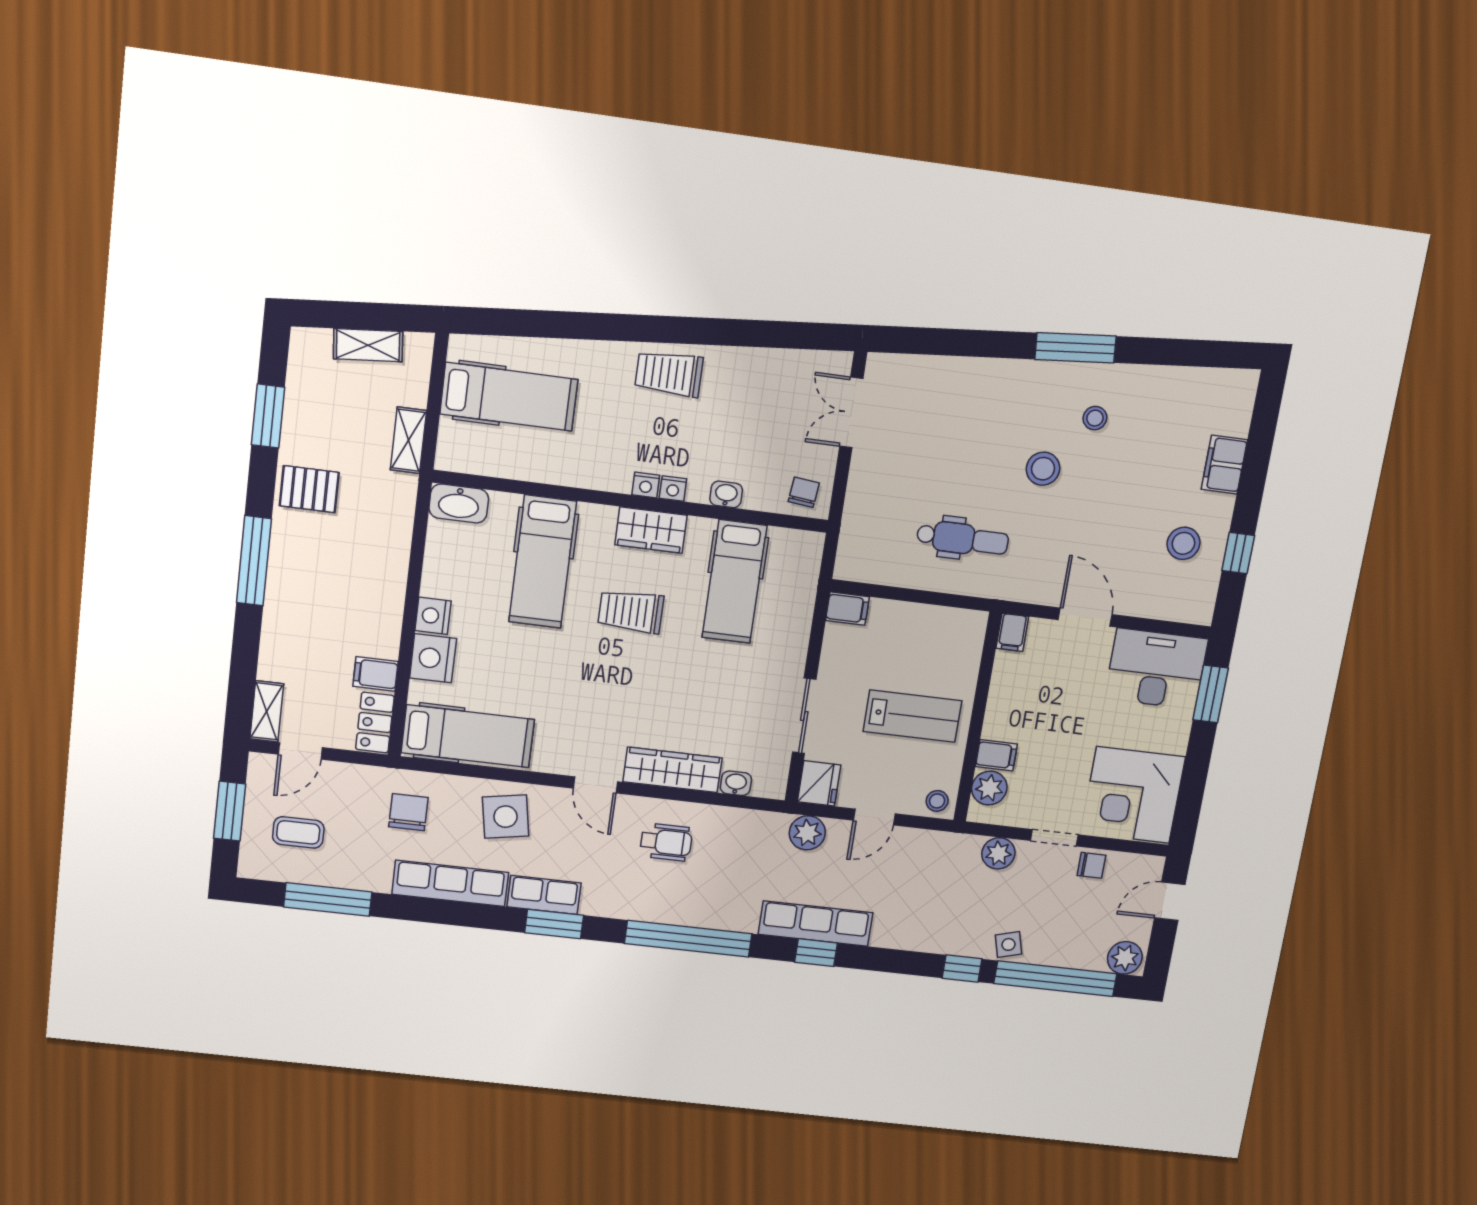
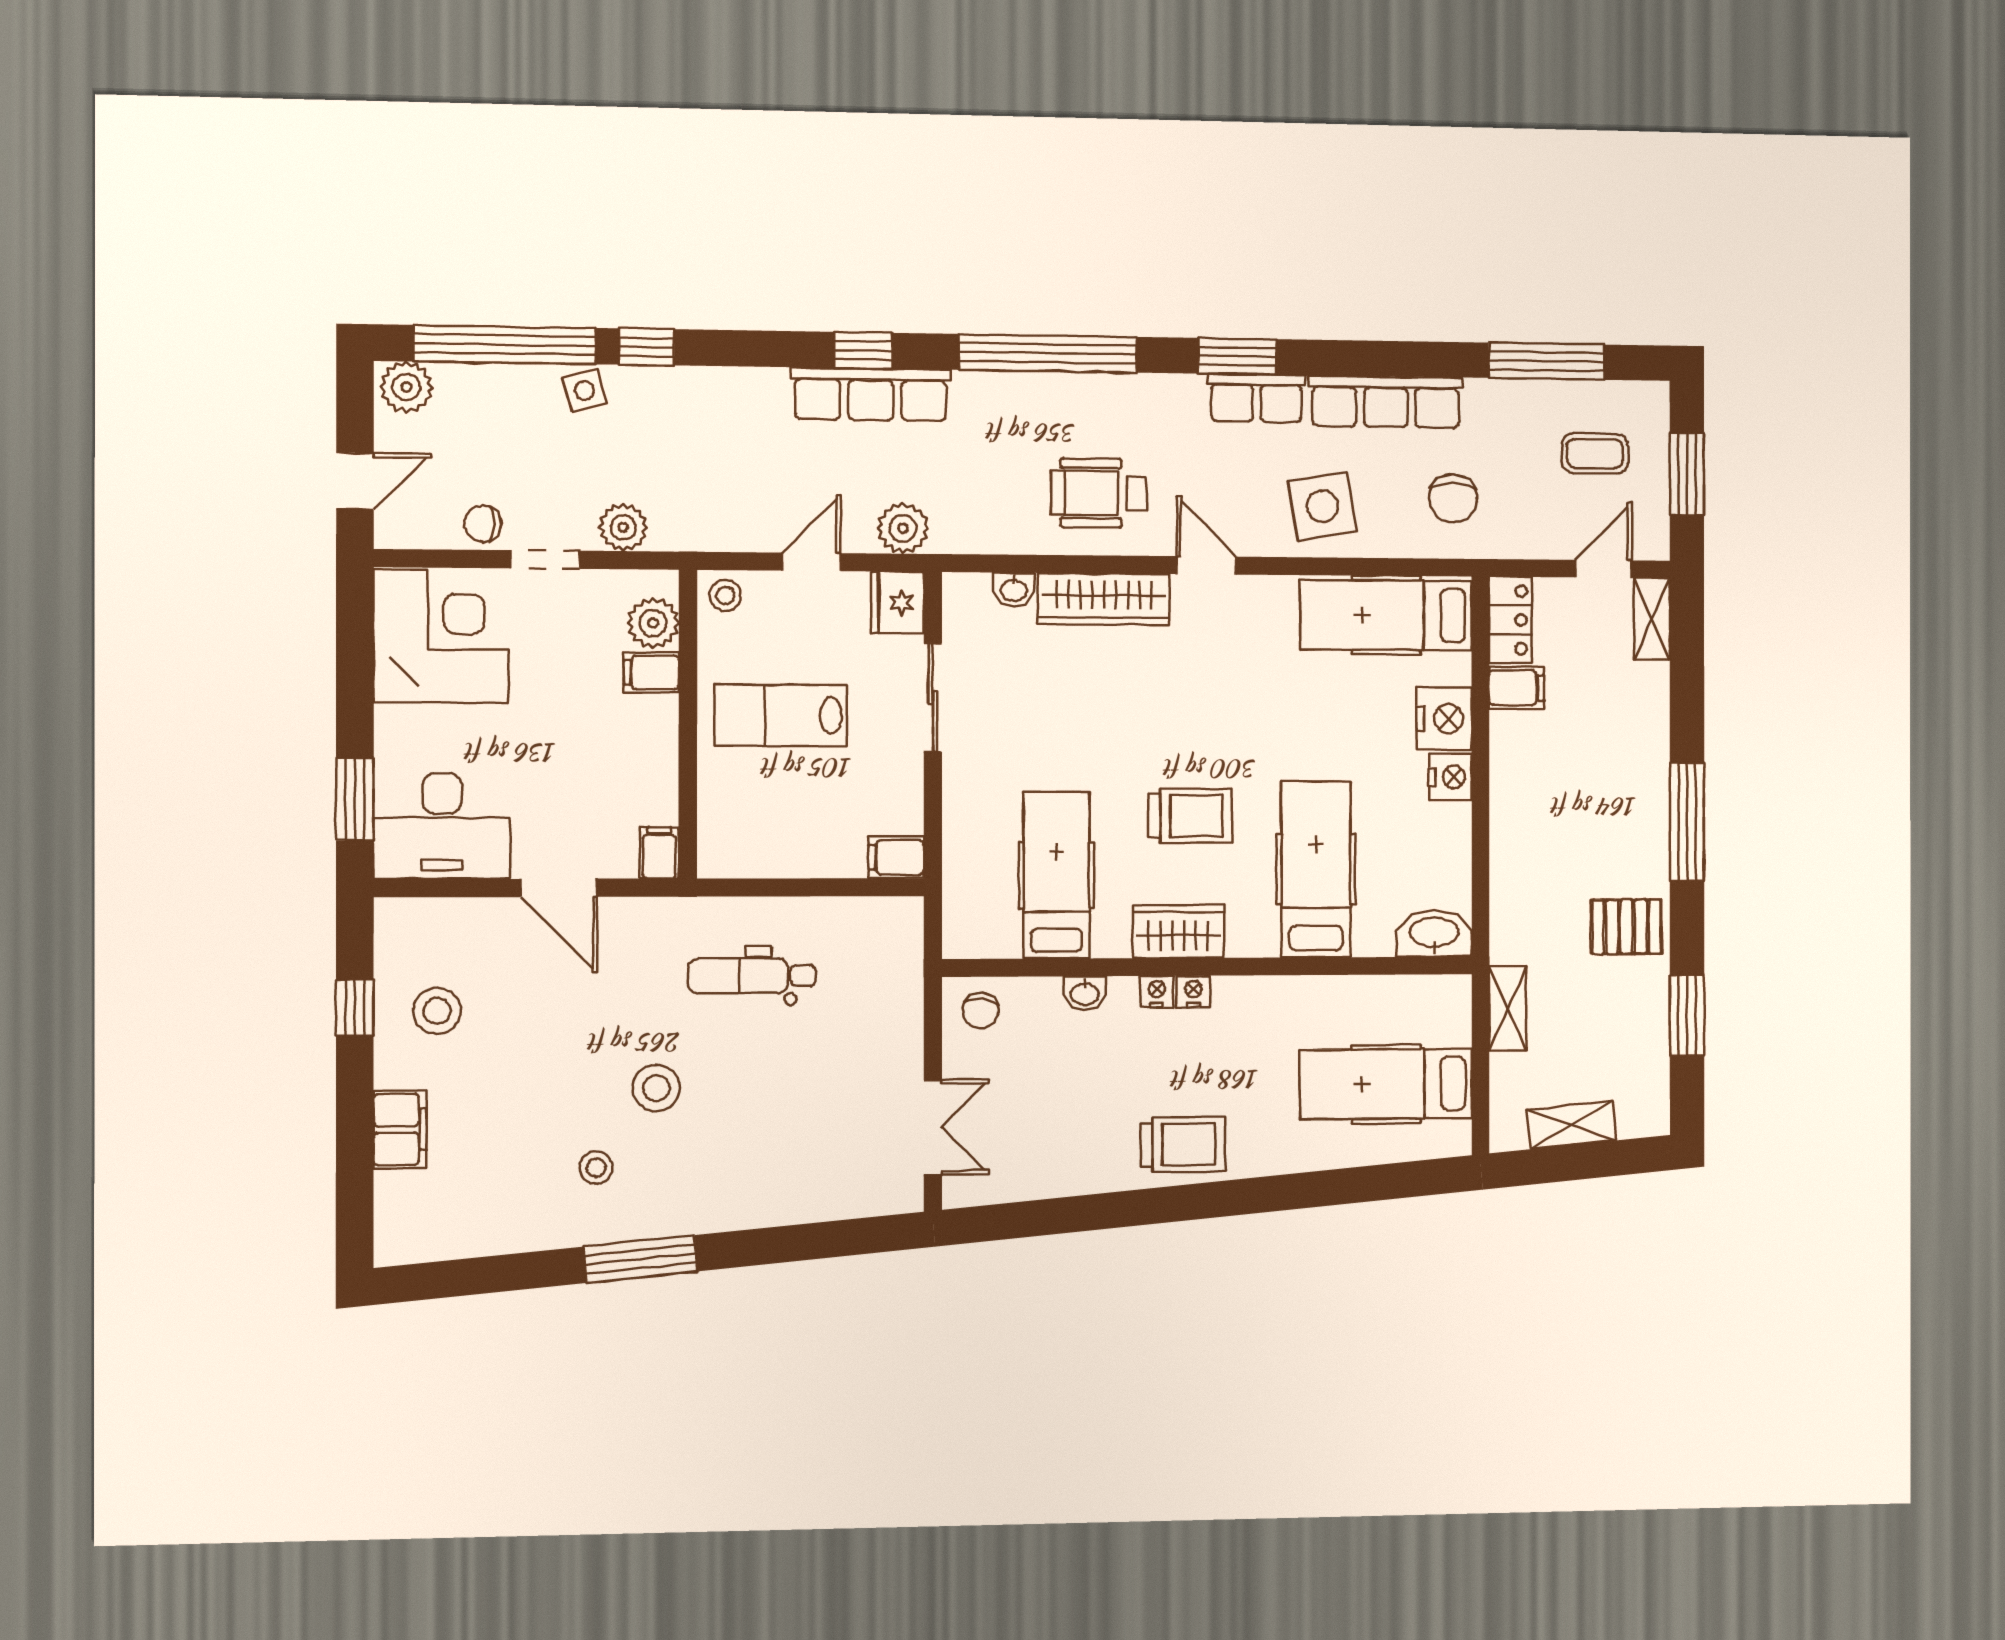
wheelchair: (666, 842) -> (1099, 493), width x1.36, depth x1.37

